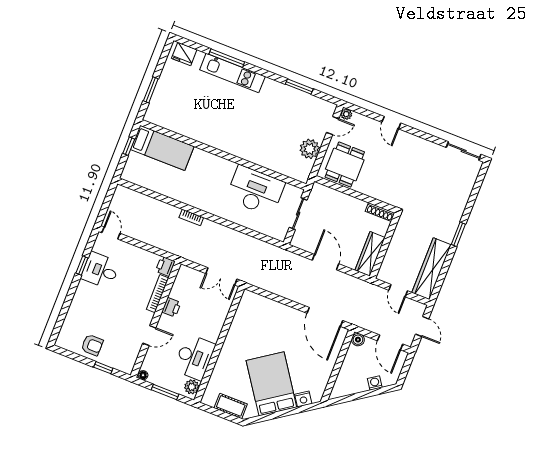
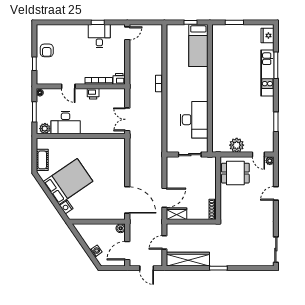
wardrobe: (370, 254) -> (177, 214), width x0.67
door: (325, 262) -> (164, 198), moved
door: (325, 317) -> (127, 200), swing flipped
door: (422, 326) -> (147, 268), hinge flipped

